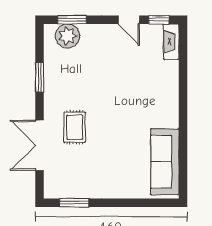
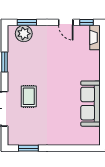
sofa: (165, 162) -> (91, 104), moved

